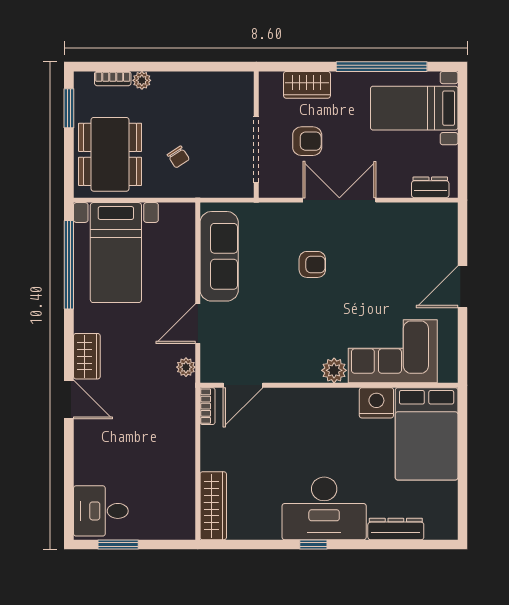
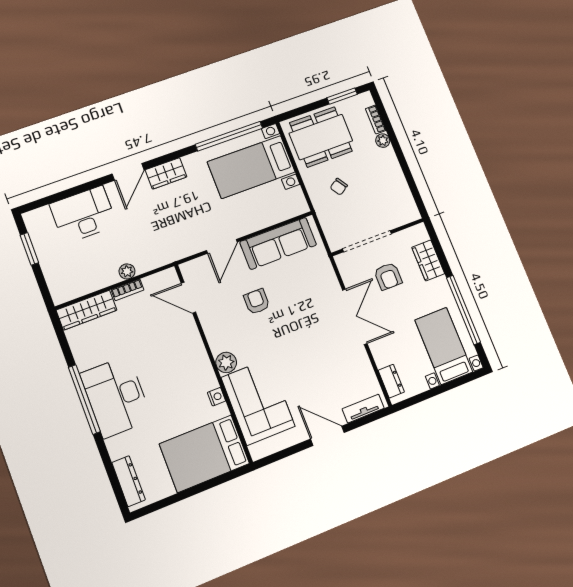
tv unit: (448, 233) -> (363, 409), added
armchair: (312, 264) -> (257, 301), moved, turned 180
door: (198, 324) -> (222, 246), swing flipped
plant: (186, 367) -> (127, 271), moved
nightstand: (376, 403) -> (217, 397), width x0.53, depth x0.56
bookcase: (208, 406) -> (127, 290), moved
desk: (101, 511) -> (83, 215), moved, width x1.37
dresser: (396, 529) -> (129, 481), moved
window: (313, 545) -> (84, 399), width x3.17

